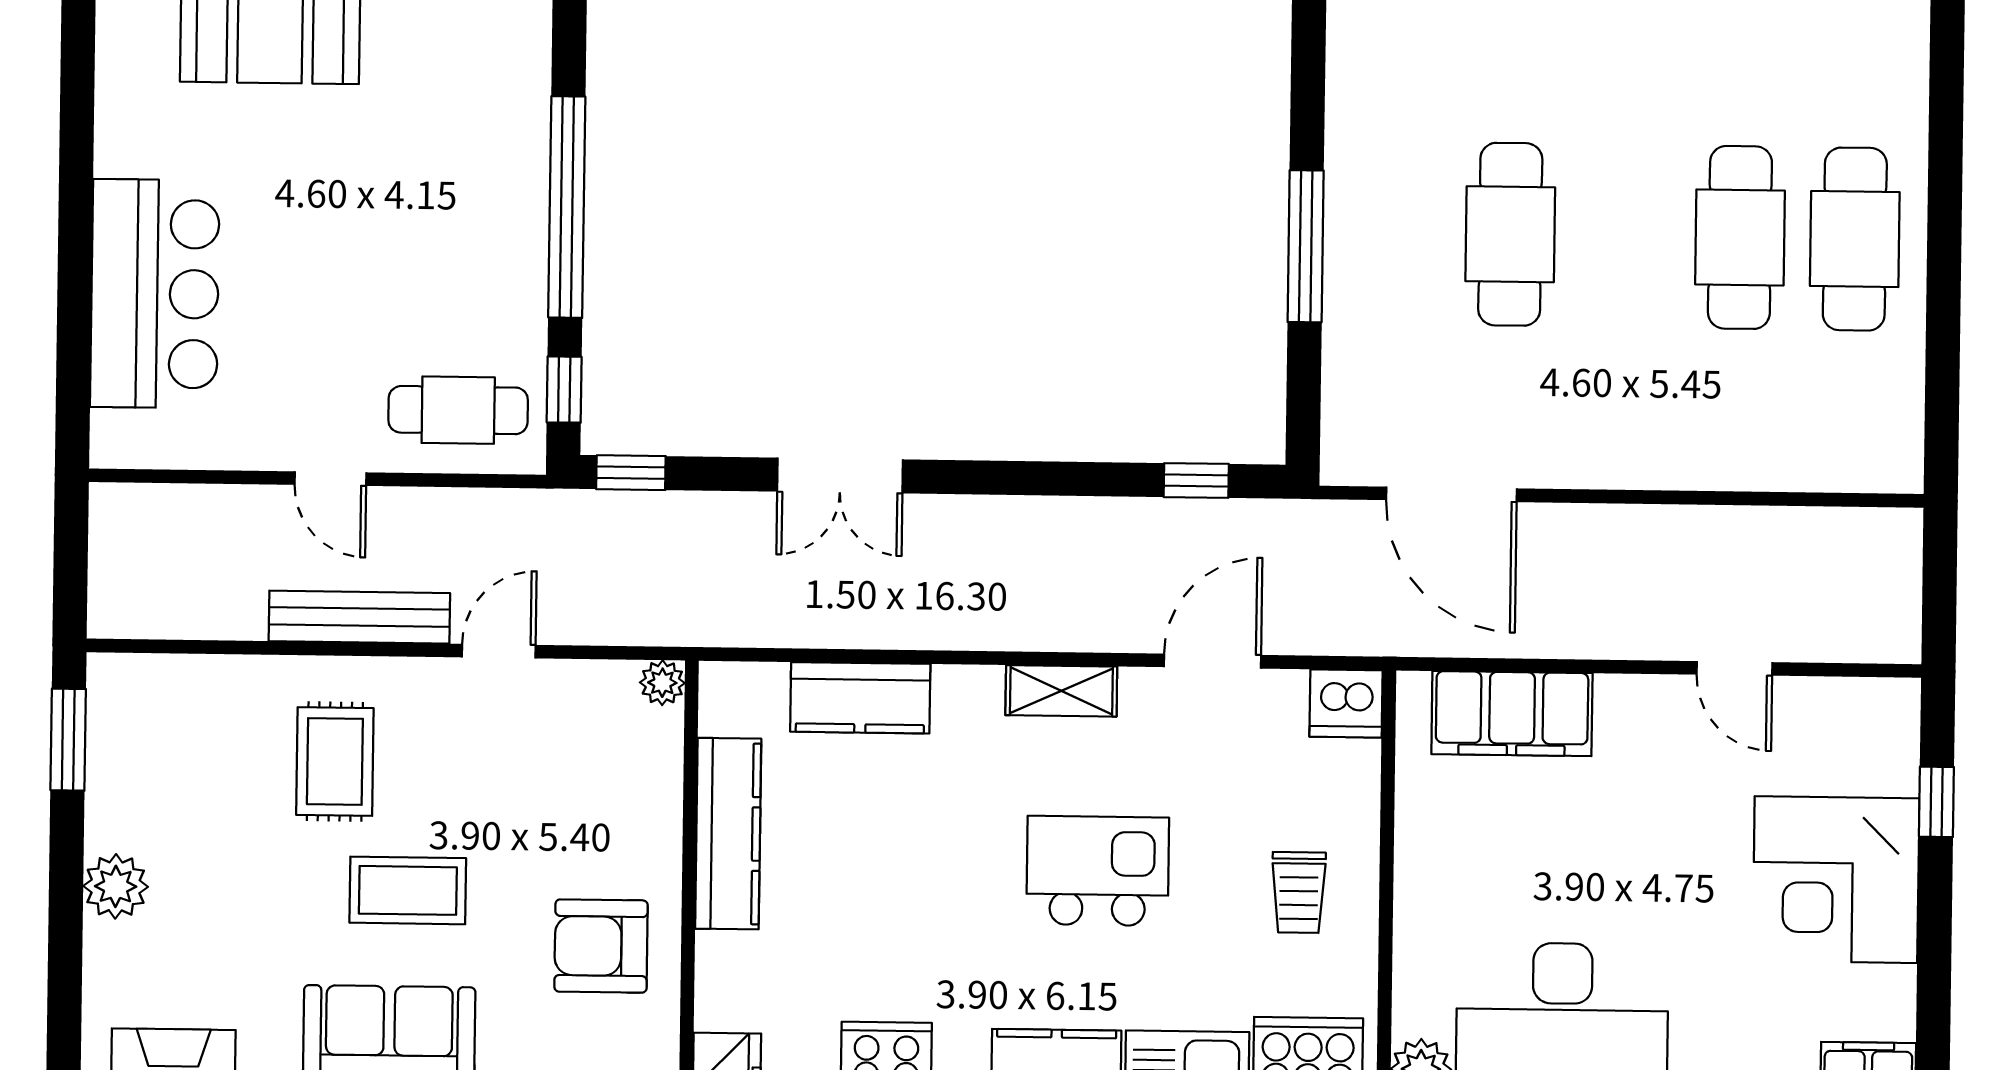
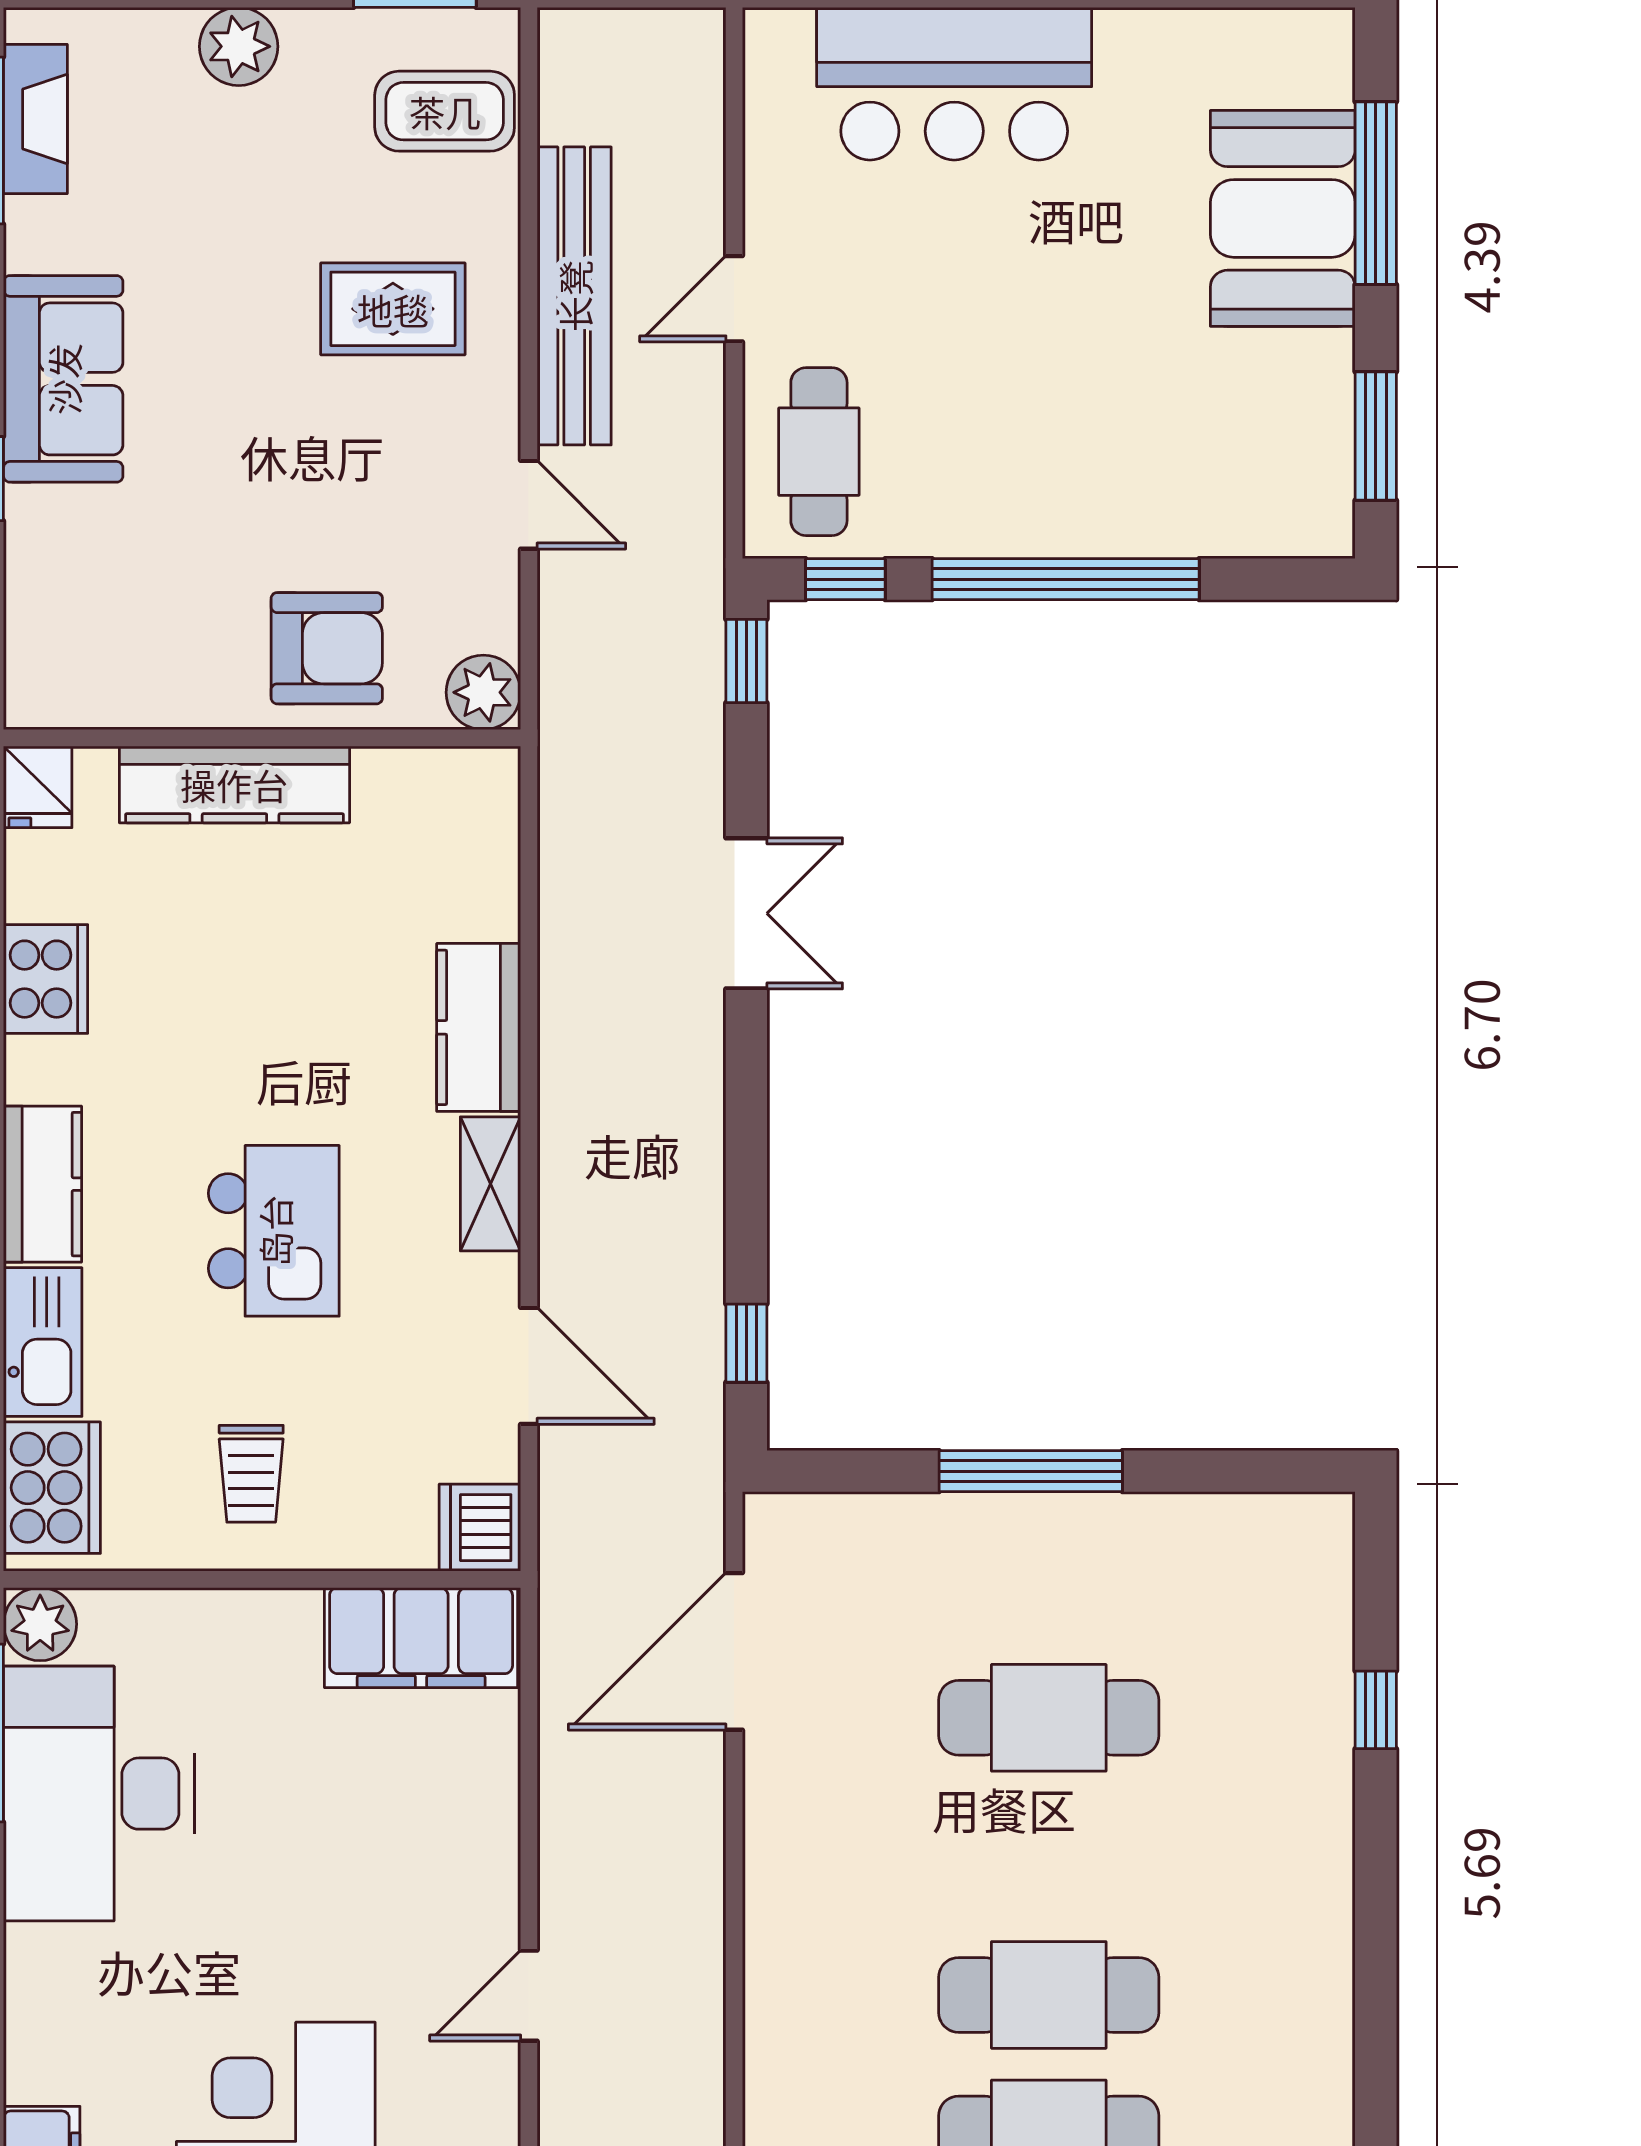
double door: (840, 476) -> (746, 913), swing flipped
bench: (359, 617) -> (574, 296), width x1.37, depth x1.21
plant: (662, 683) -> (483, 692), width x1.38, depth x1.38
kitchen counter: (860, 698) -> (479, 1027), moved
filing cabinet: (1512, 714) -> (421, 1638), moved, turned -90
kitchen counter: (728, 834) -> (234, 784), moved
coffee table: (408, 890) -> (445, 111), moved, turned 90
trolley: (1299, 892) -> (251, 1474), turned -90
armchair: (601, 946) -> (327, 648), moved, turned 90

